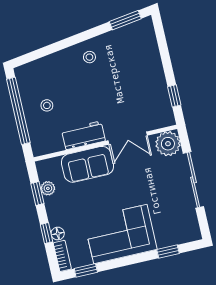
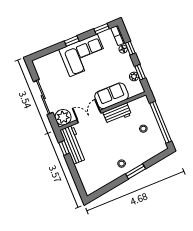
window: (125, 20) -> (136, 171), moved
workbench: (159, 99) -> (73, 145), added
window: (168, 251) -> (72, 41), moved

